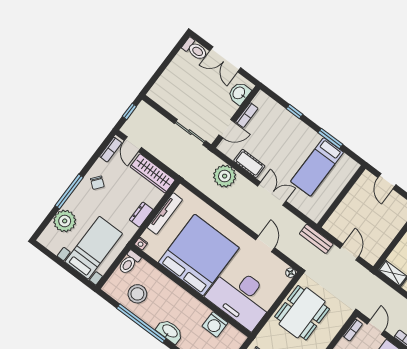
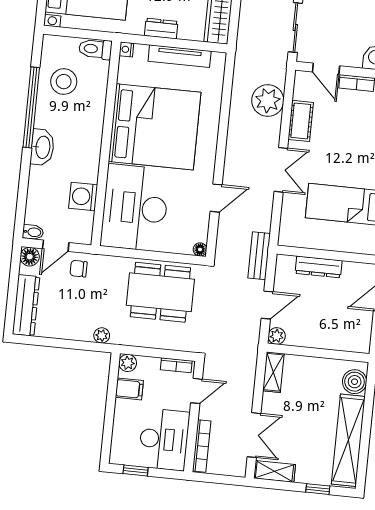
dresser: (345, 207) -> (319, 267), added
plant: (372, 258) -> (277, 336), added

